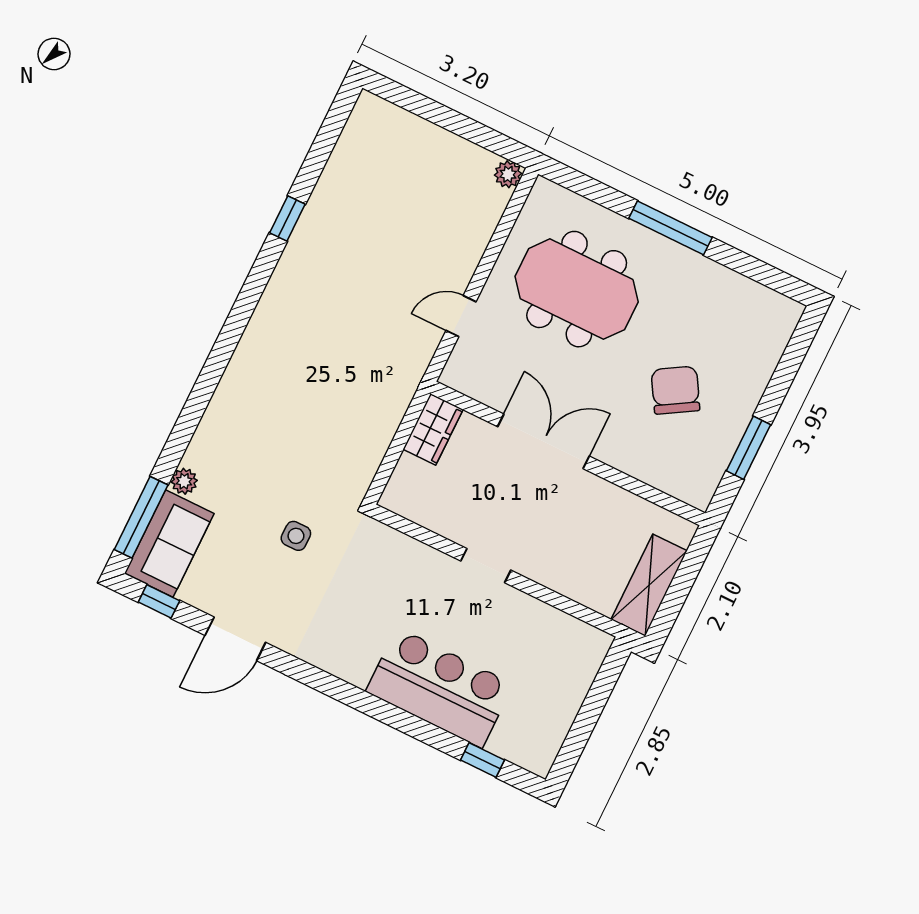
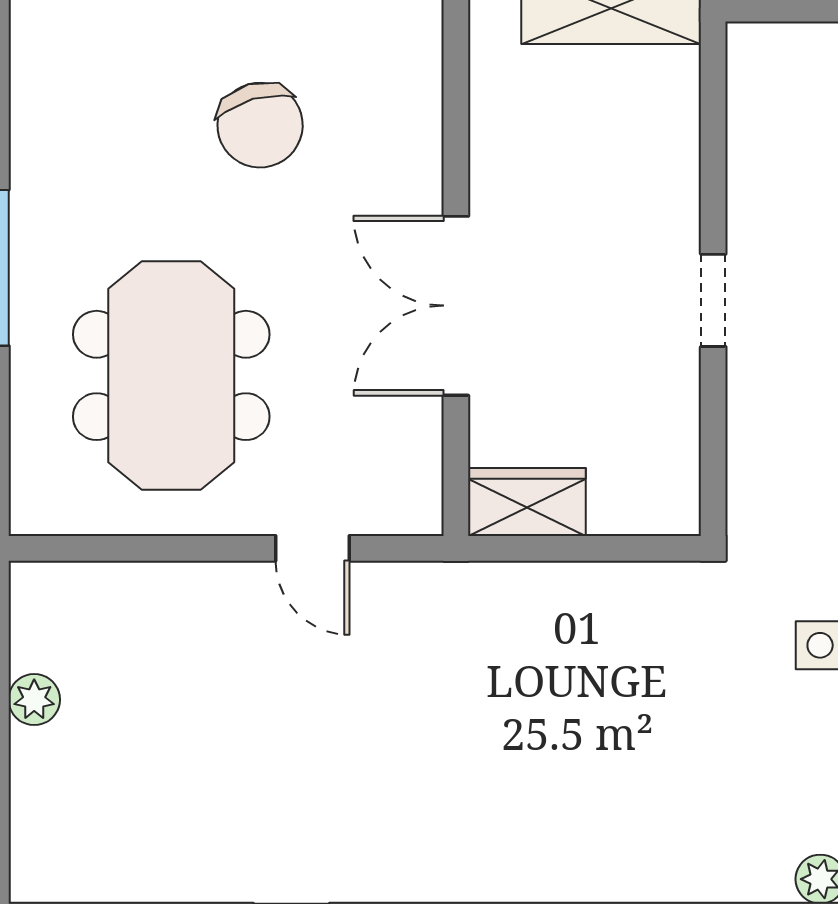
plant: (508, 174) -> (34, 700), moved
chair: (675, 390) -> (260, 125), turned -75

